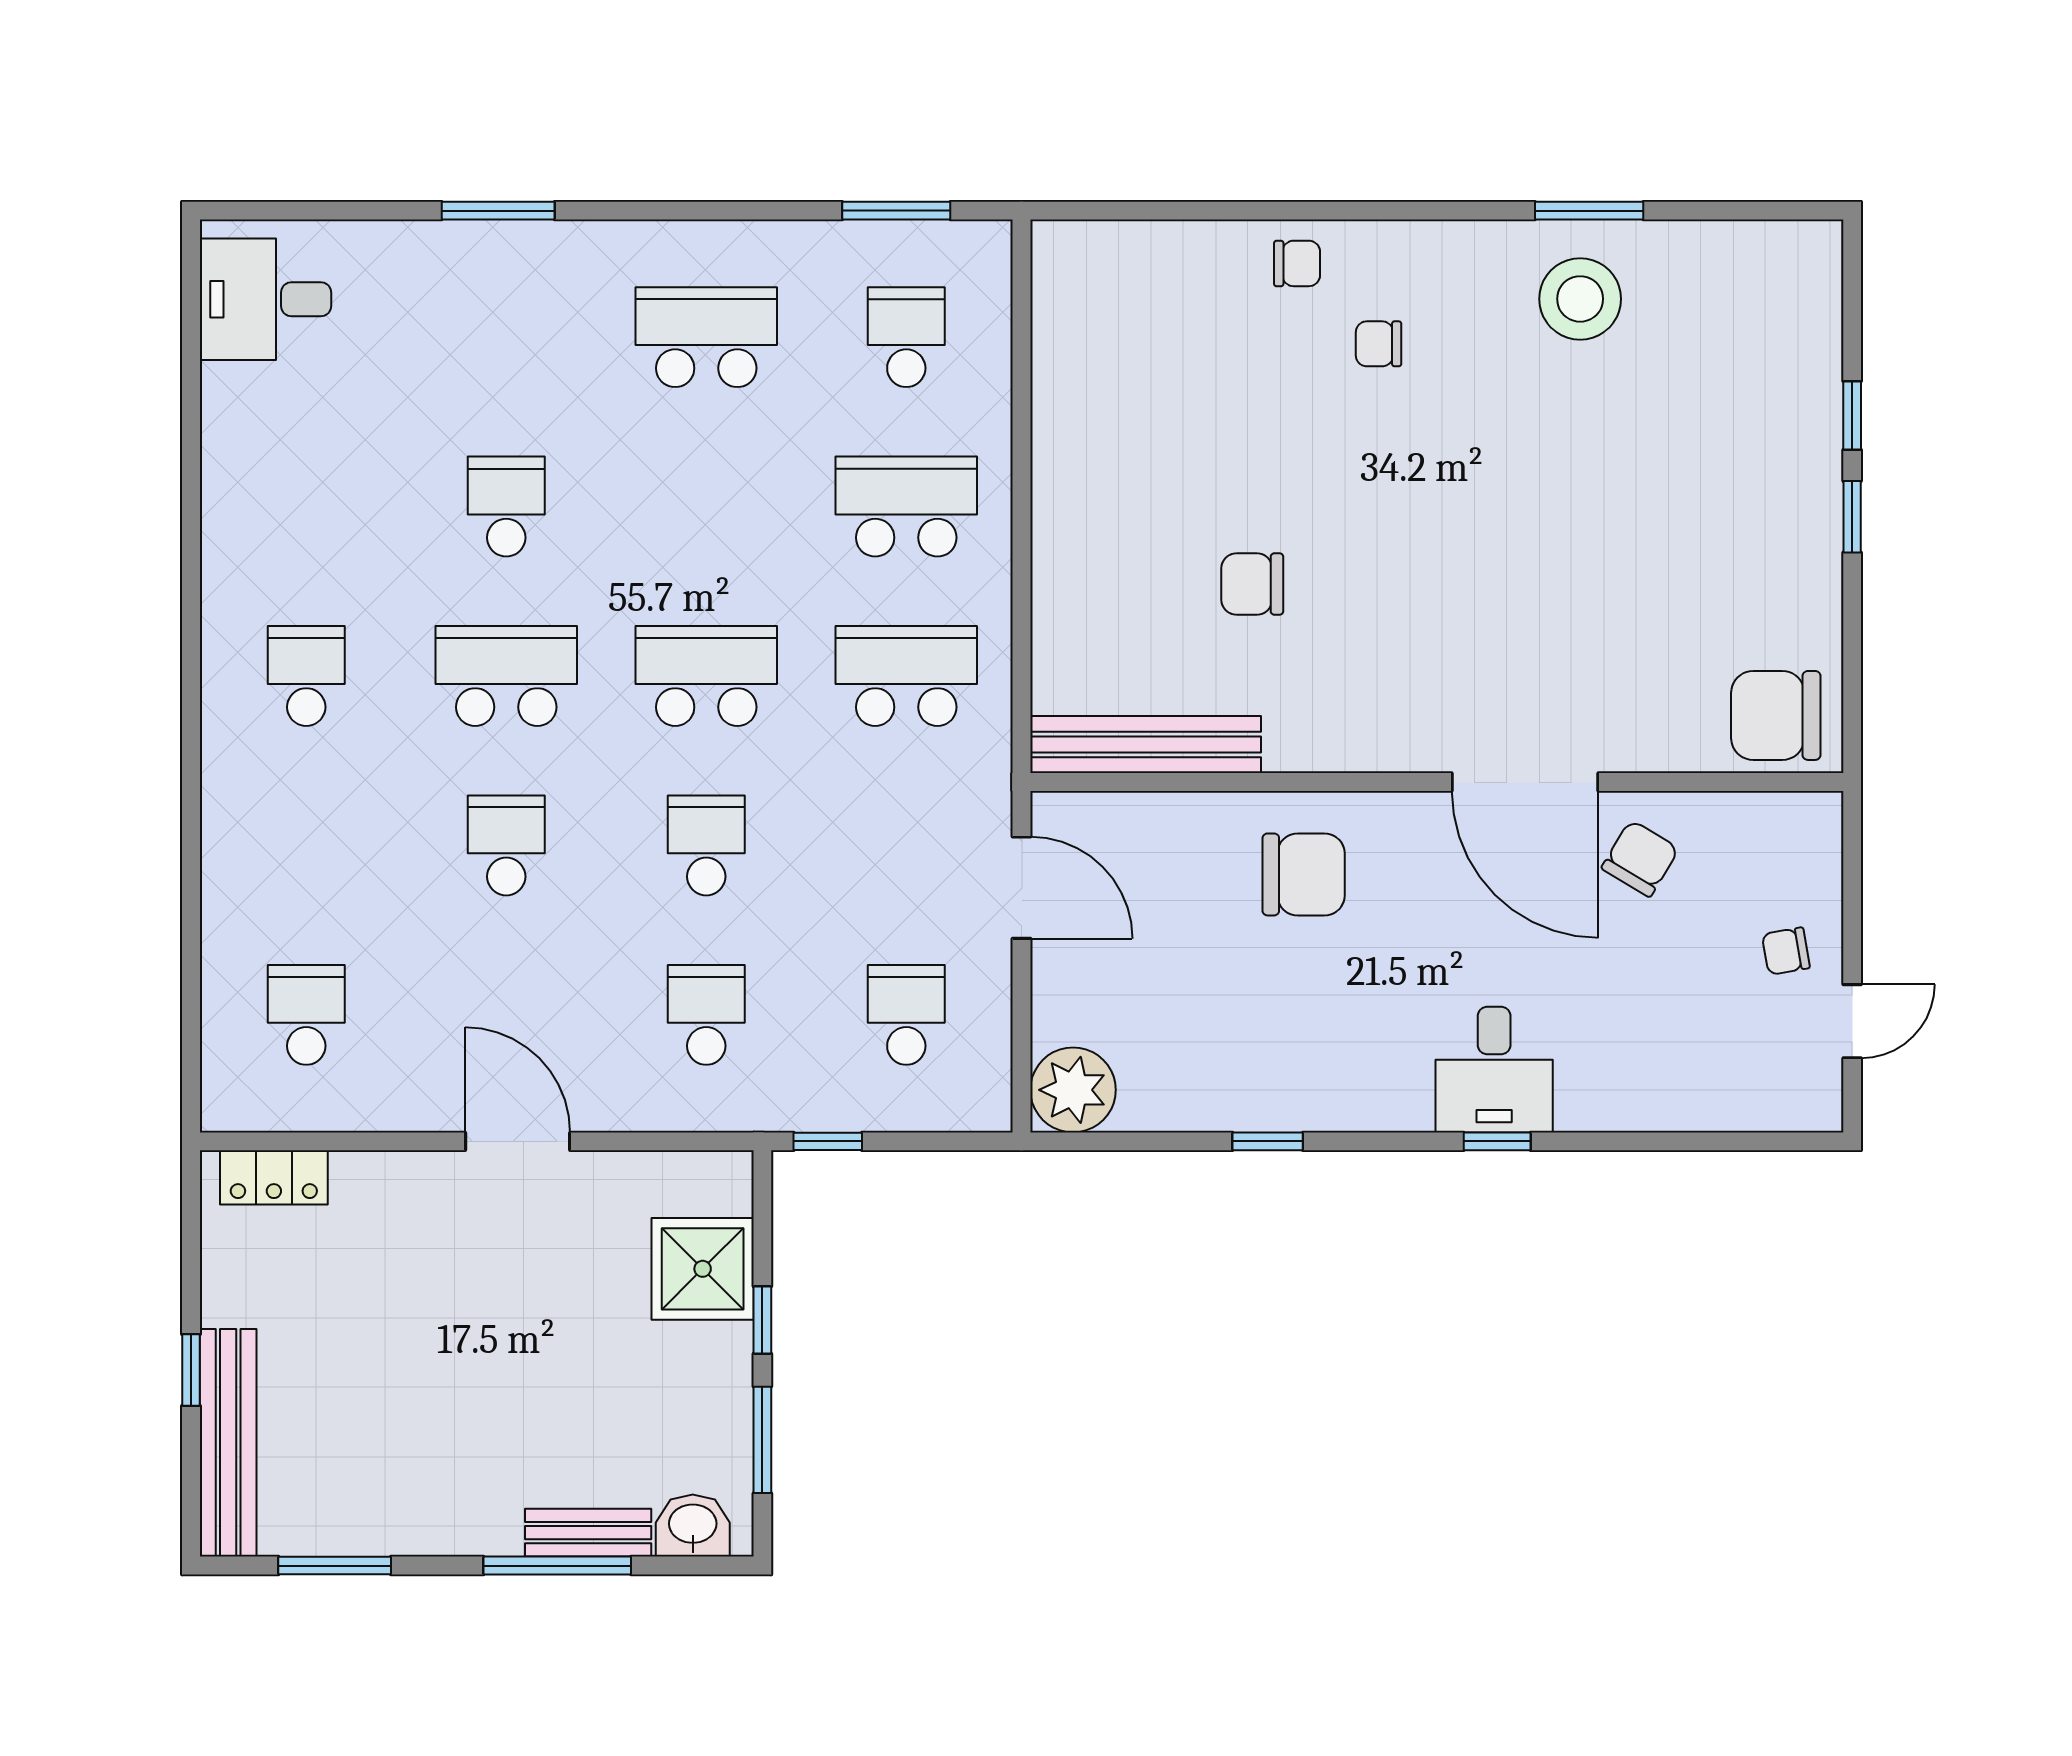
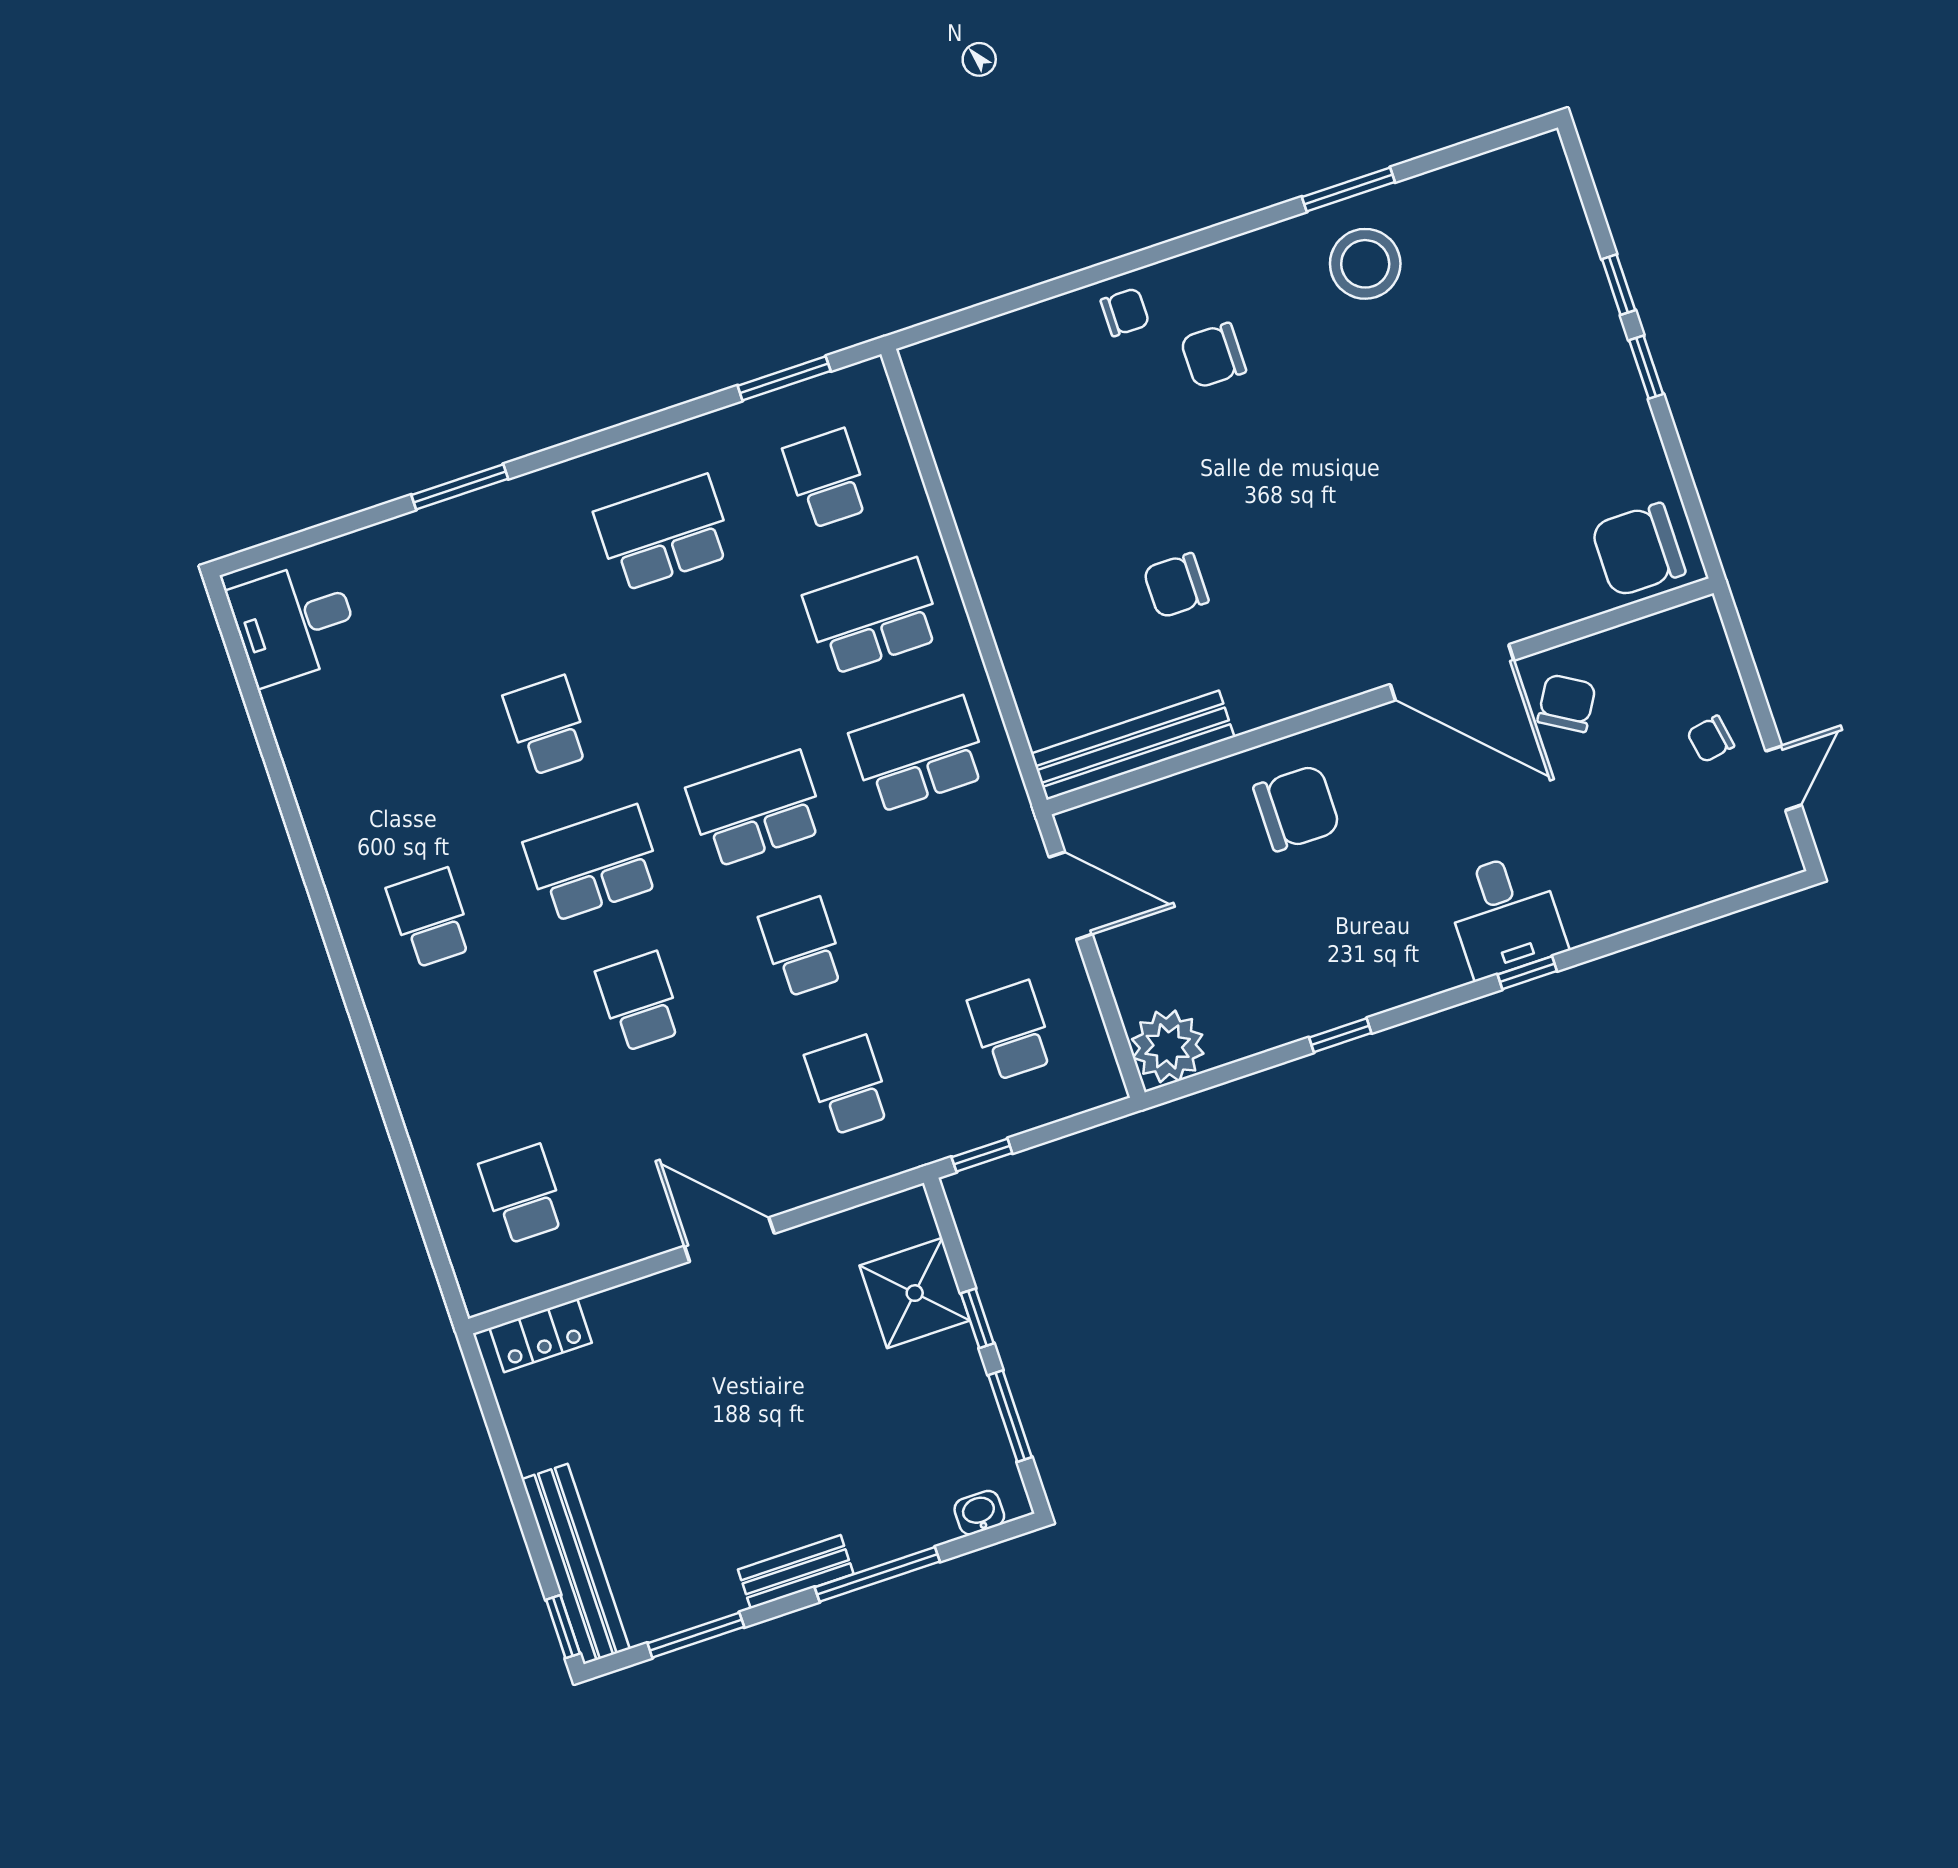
chair: (1379, 344) -> (1213, 355), width x1.37, depth x1.37
window: (191, 1370) -> (563, 1627), moved
washbasin: (693, 1526) -> (979, 1513), width x0.72, depth x0.69
bench: (588, 1533) -> (796, 1572), moved

